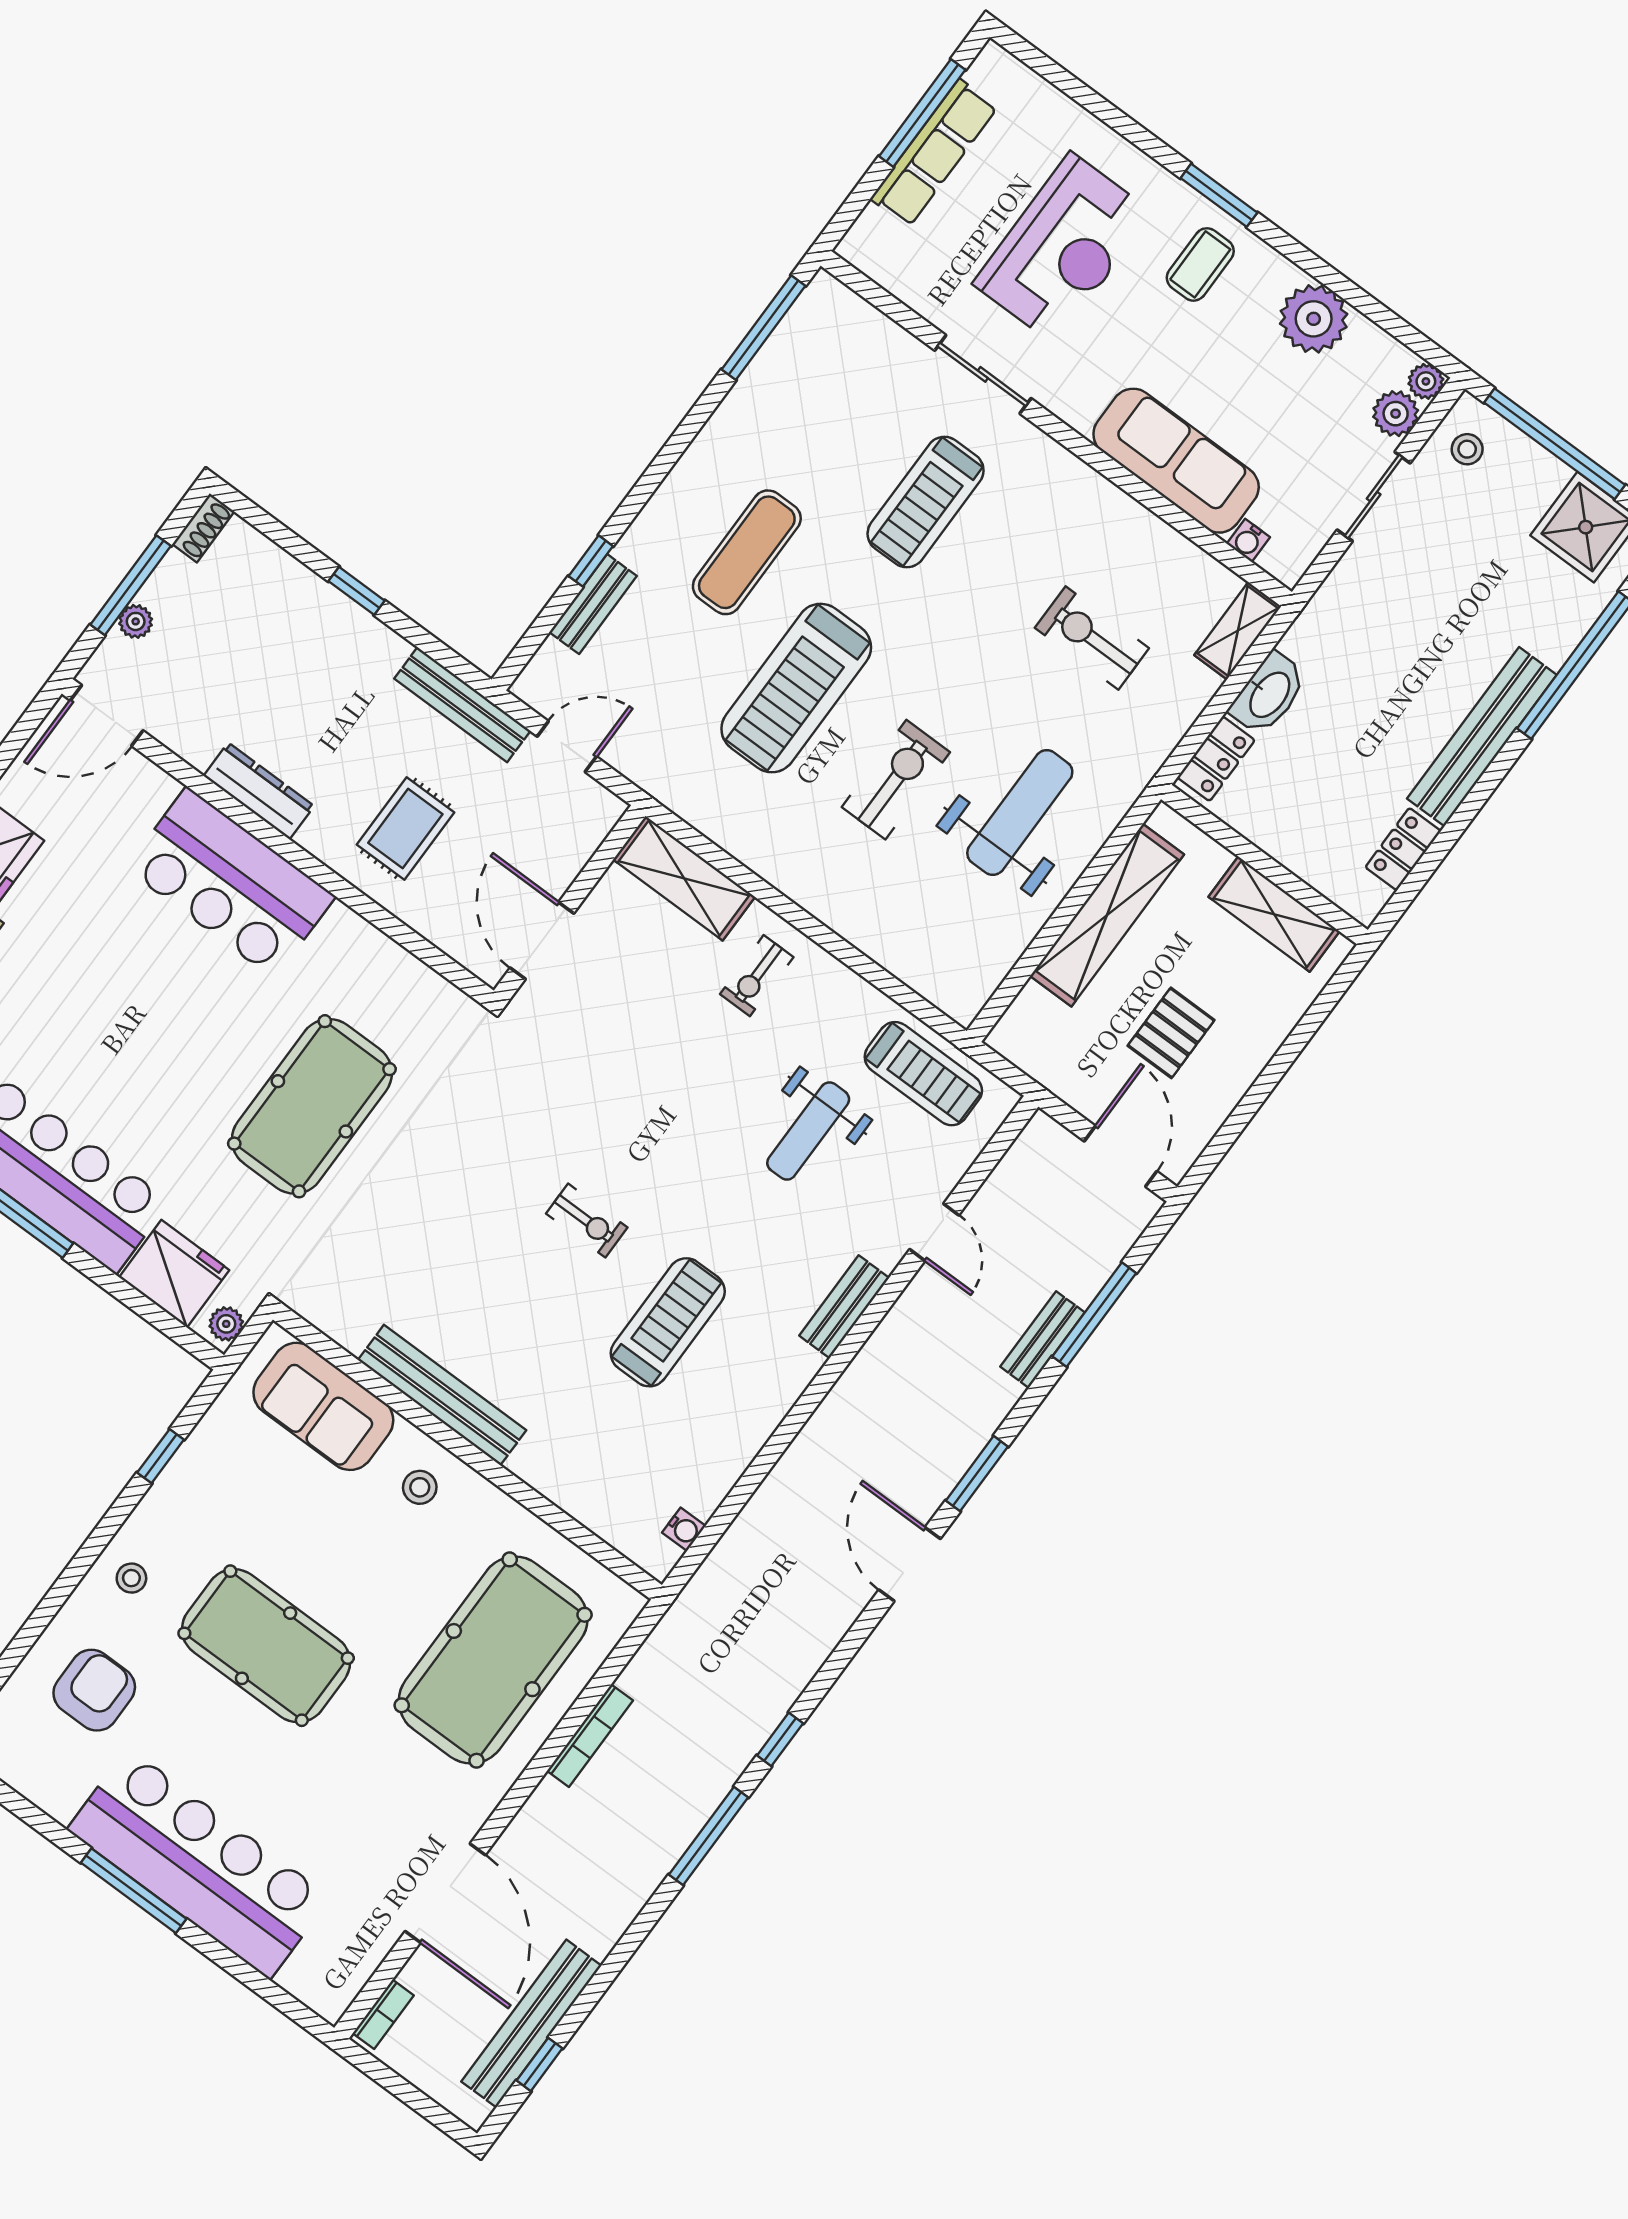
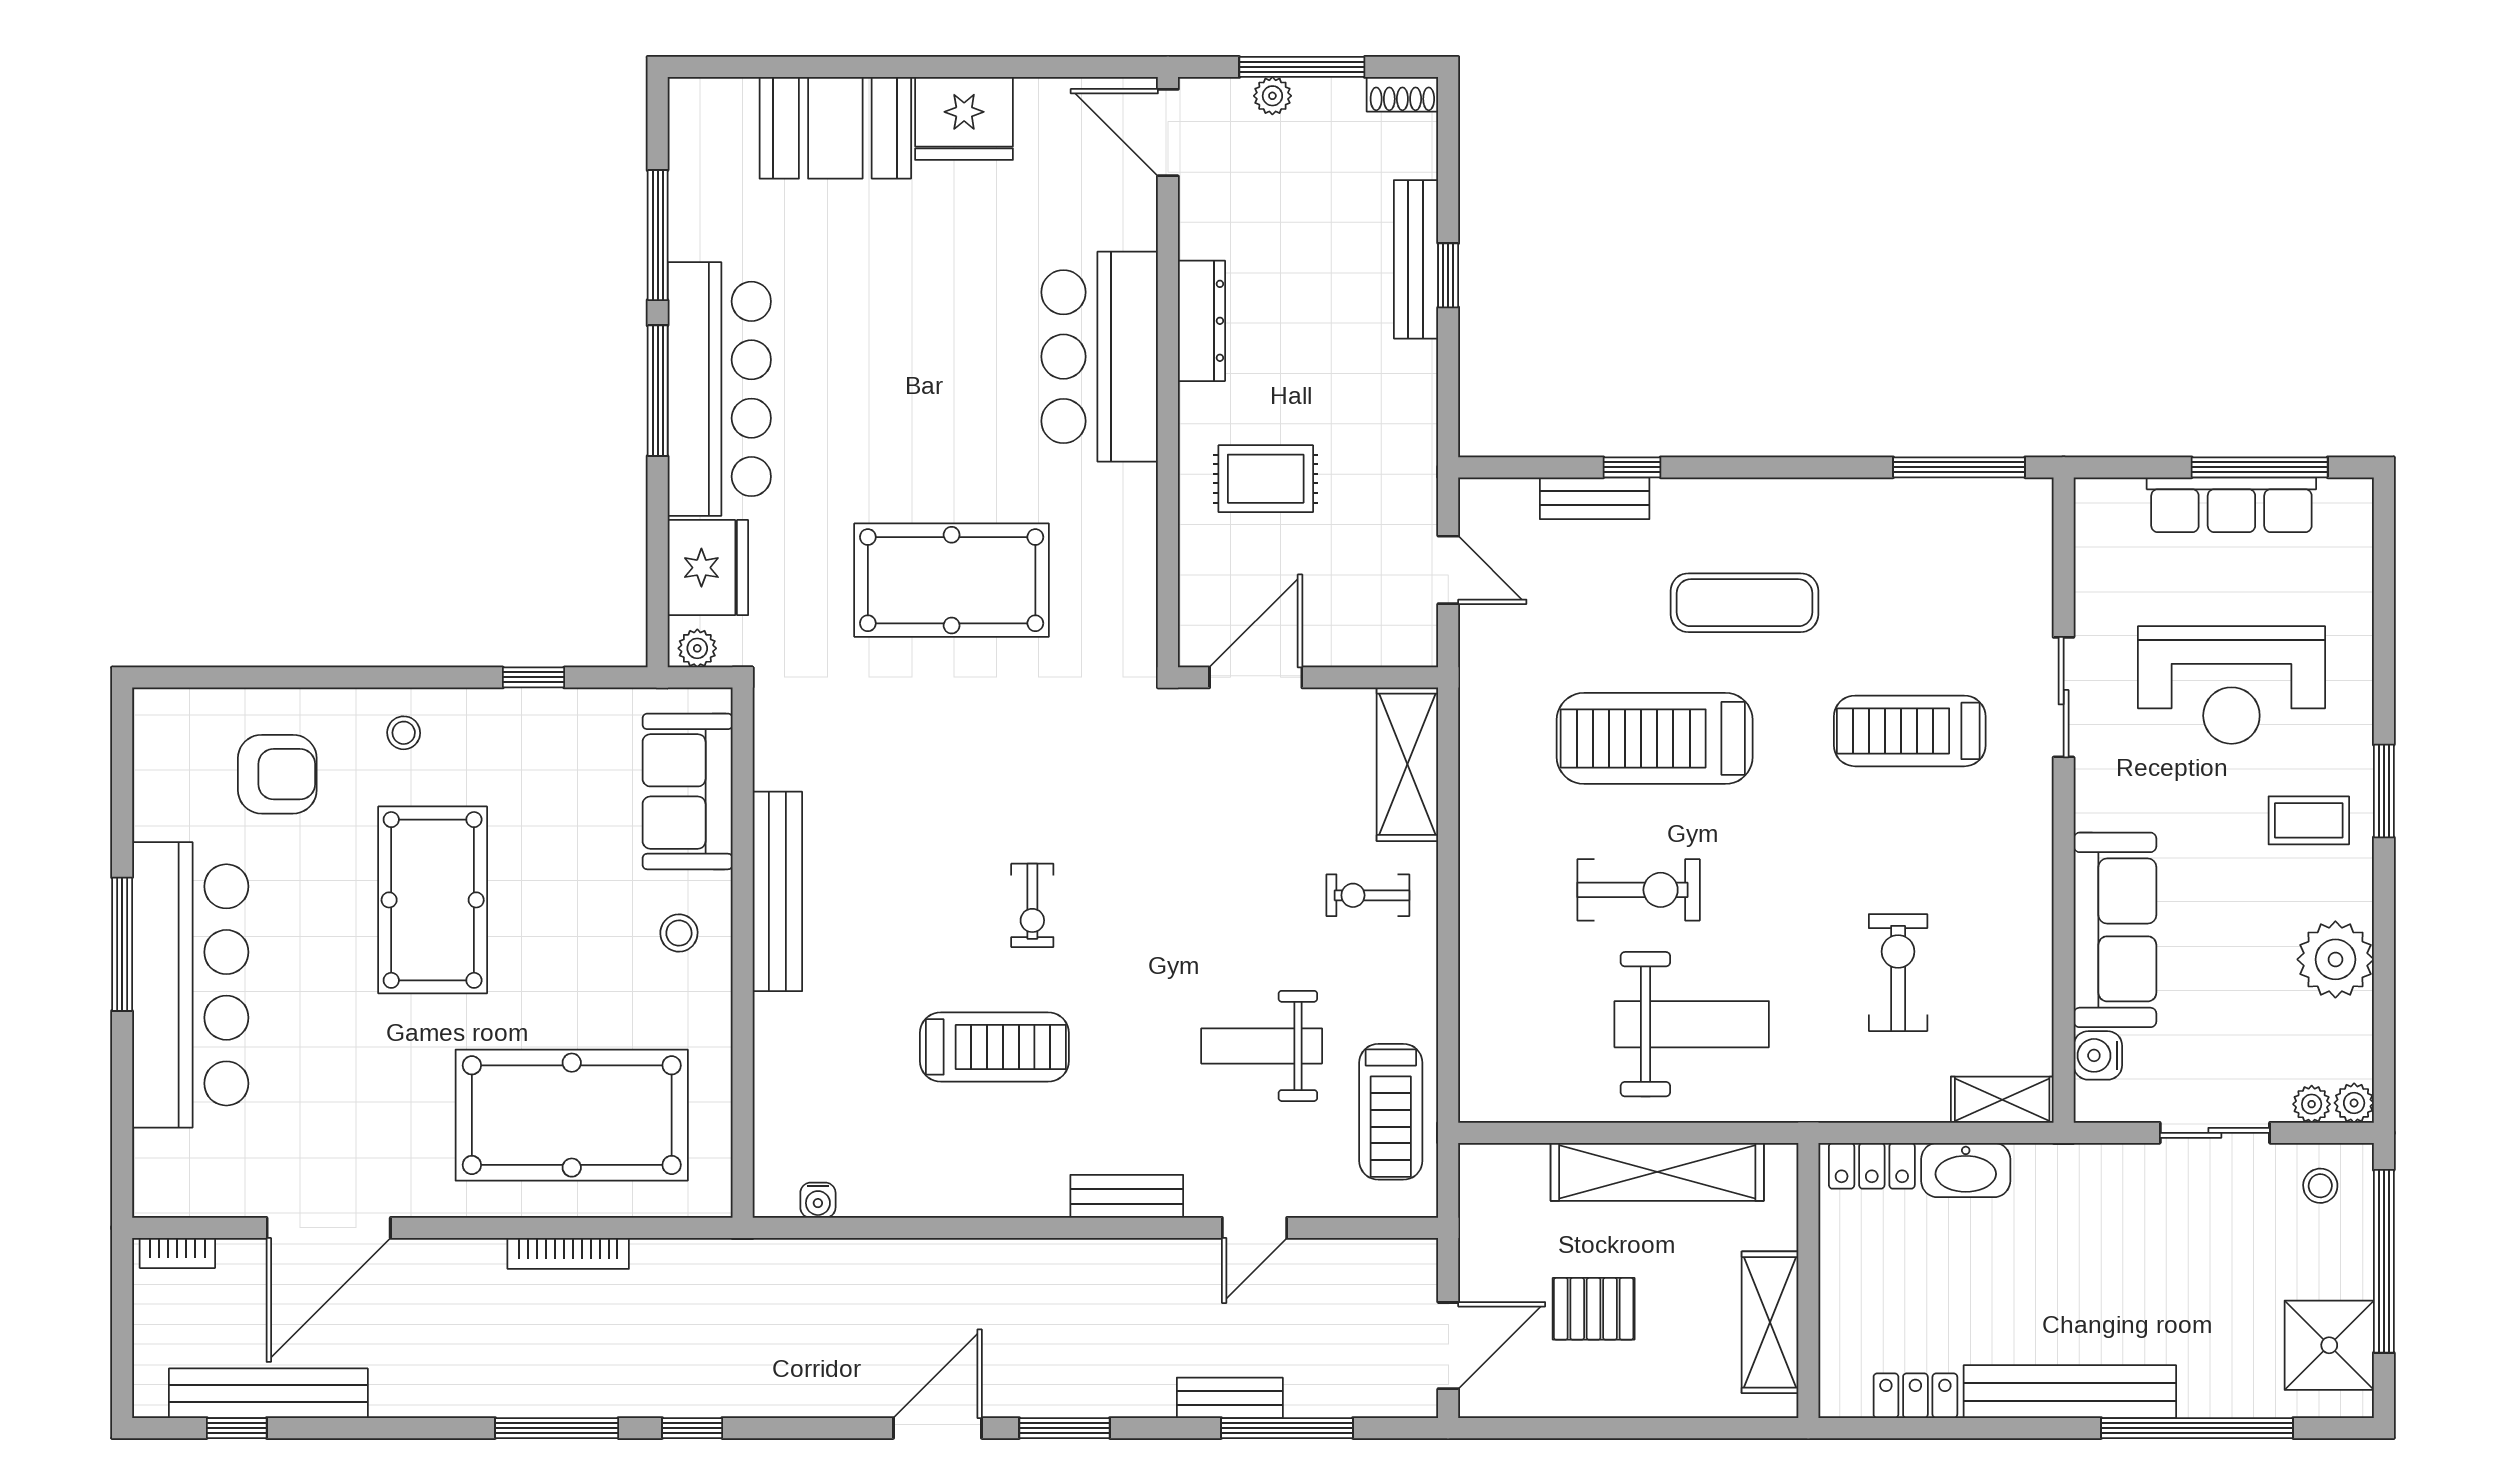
plant: (1396, 414) -> (2312, 1104), width x0.73, depth x0.73
water cooler: (1248, 540) -> (2098, 1055), width x1.38, depth x1.38
bench: (462, 705) -> (1416, 259), moved

